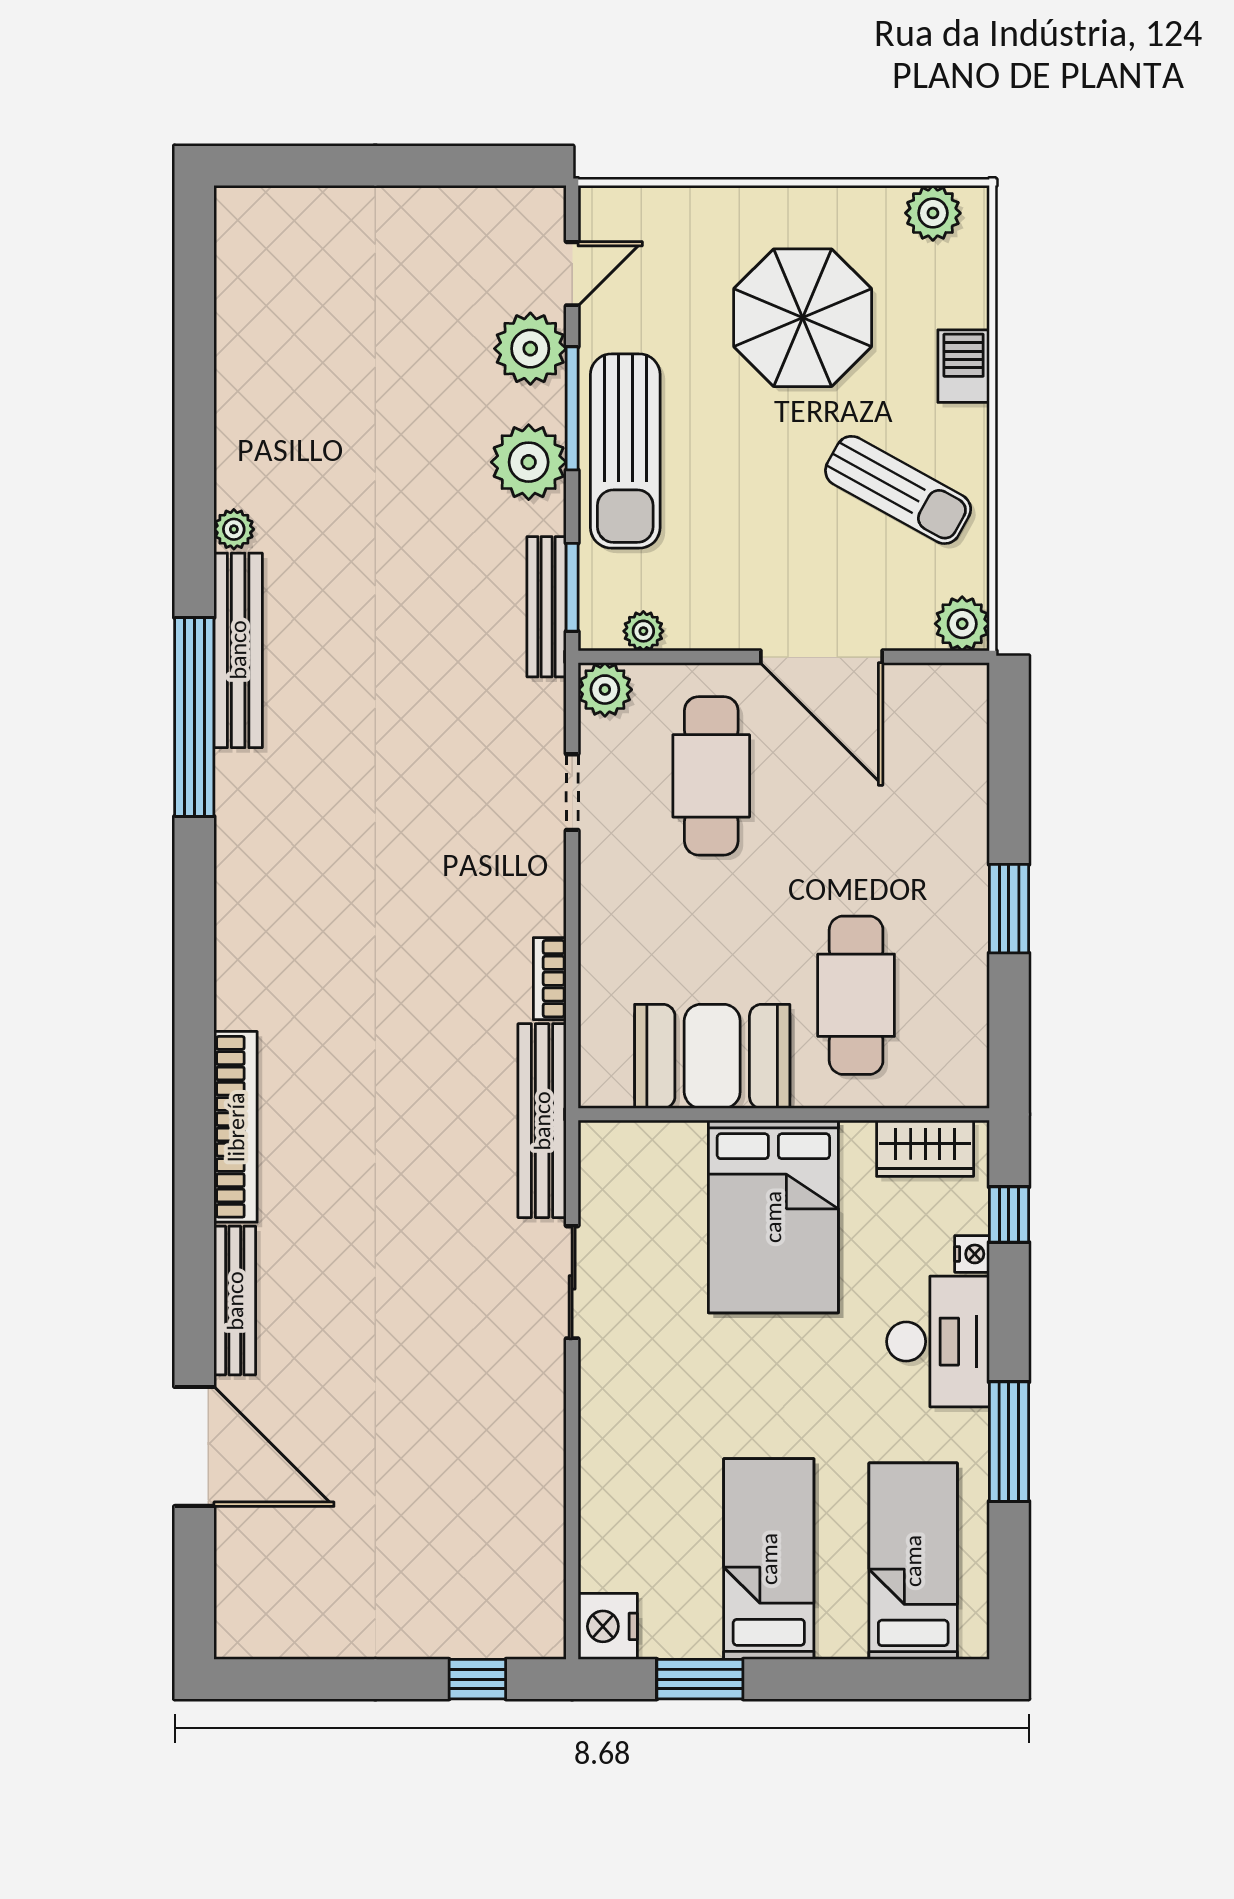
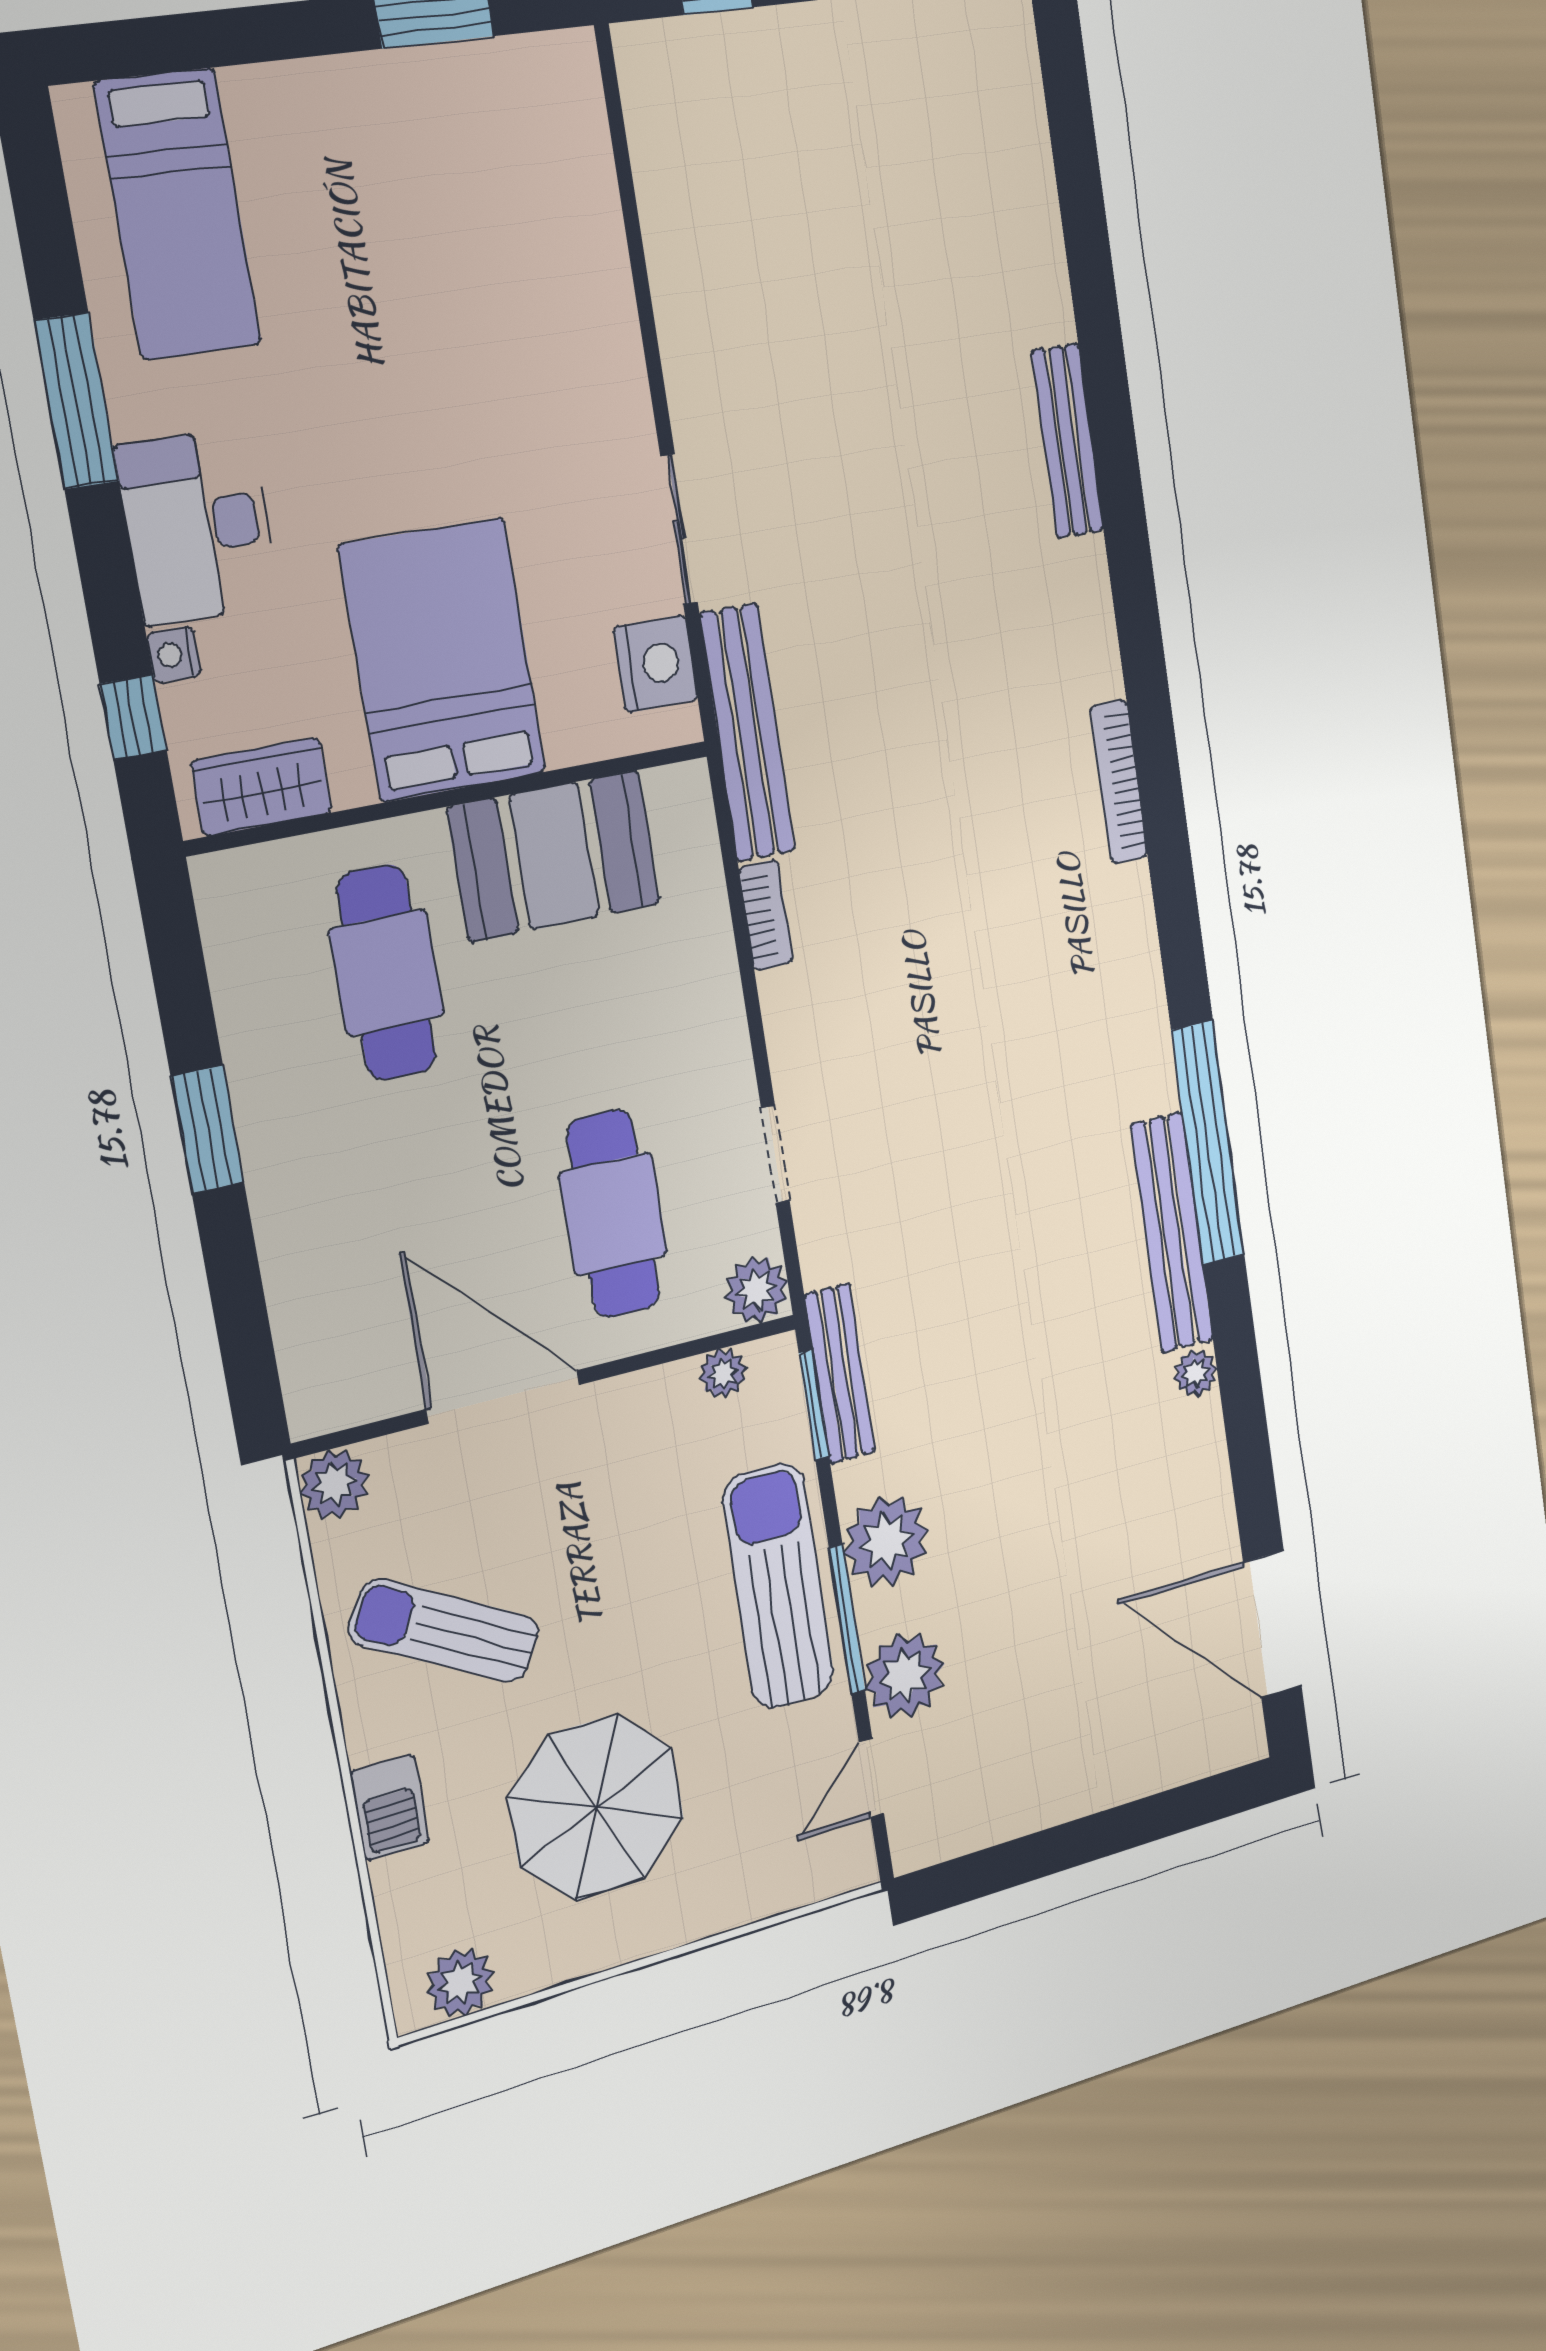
bookcase: (236, 1127) -> (1119, 782), moved, width x0.68, depth x0.76
door: (194, 1446) -> (1272, 1624), moved
bed: (769, 1559) -> (371, 193), removed
nightstand: (608, 1626) -> (655, 664), moved

